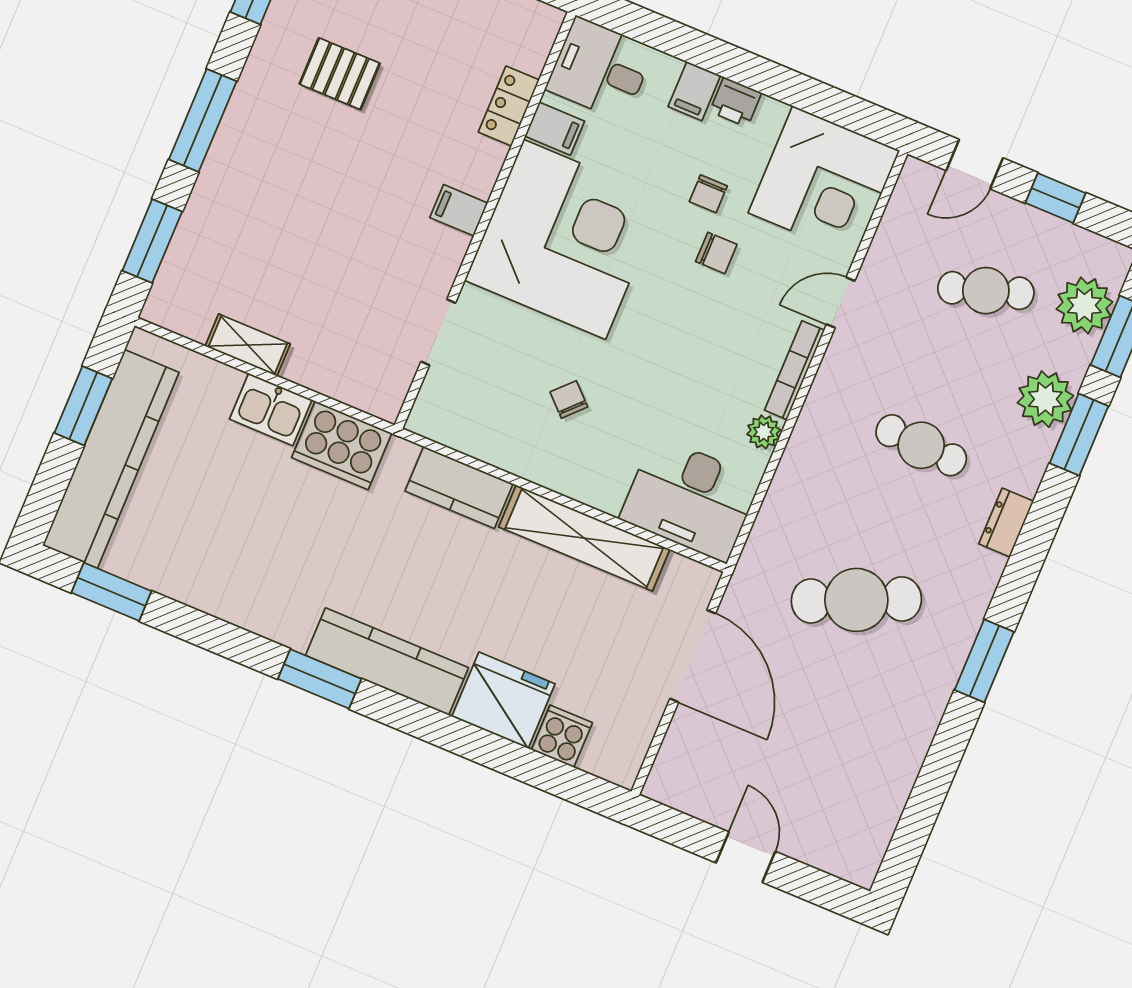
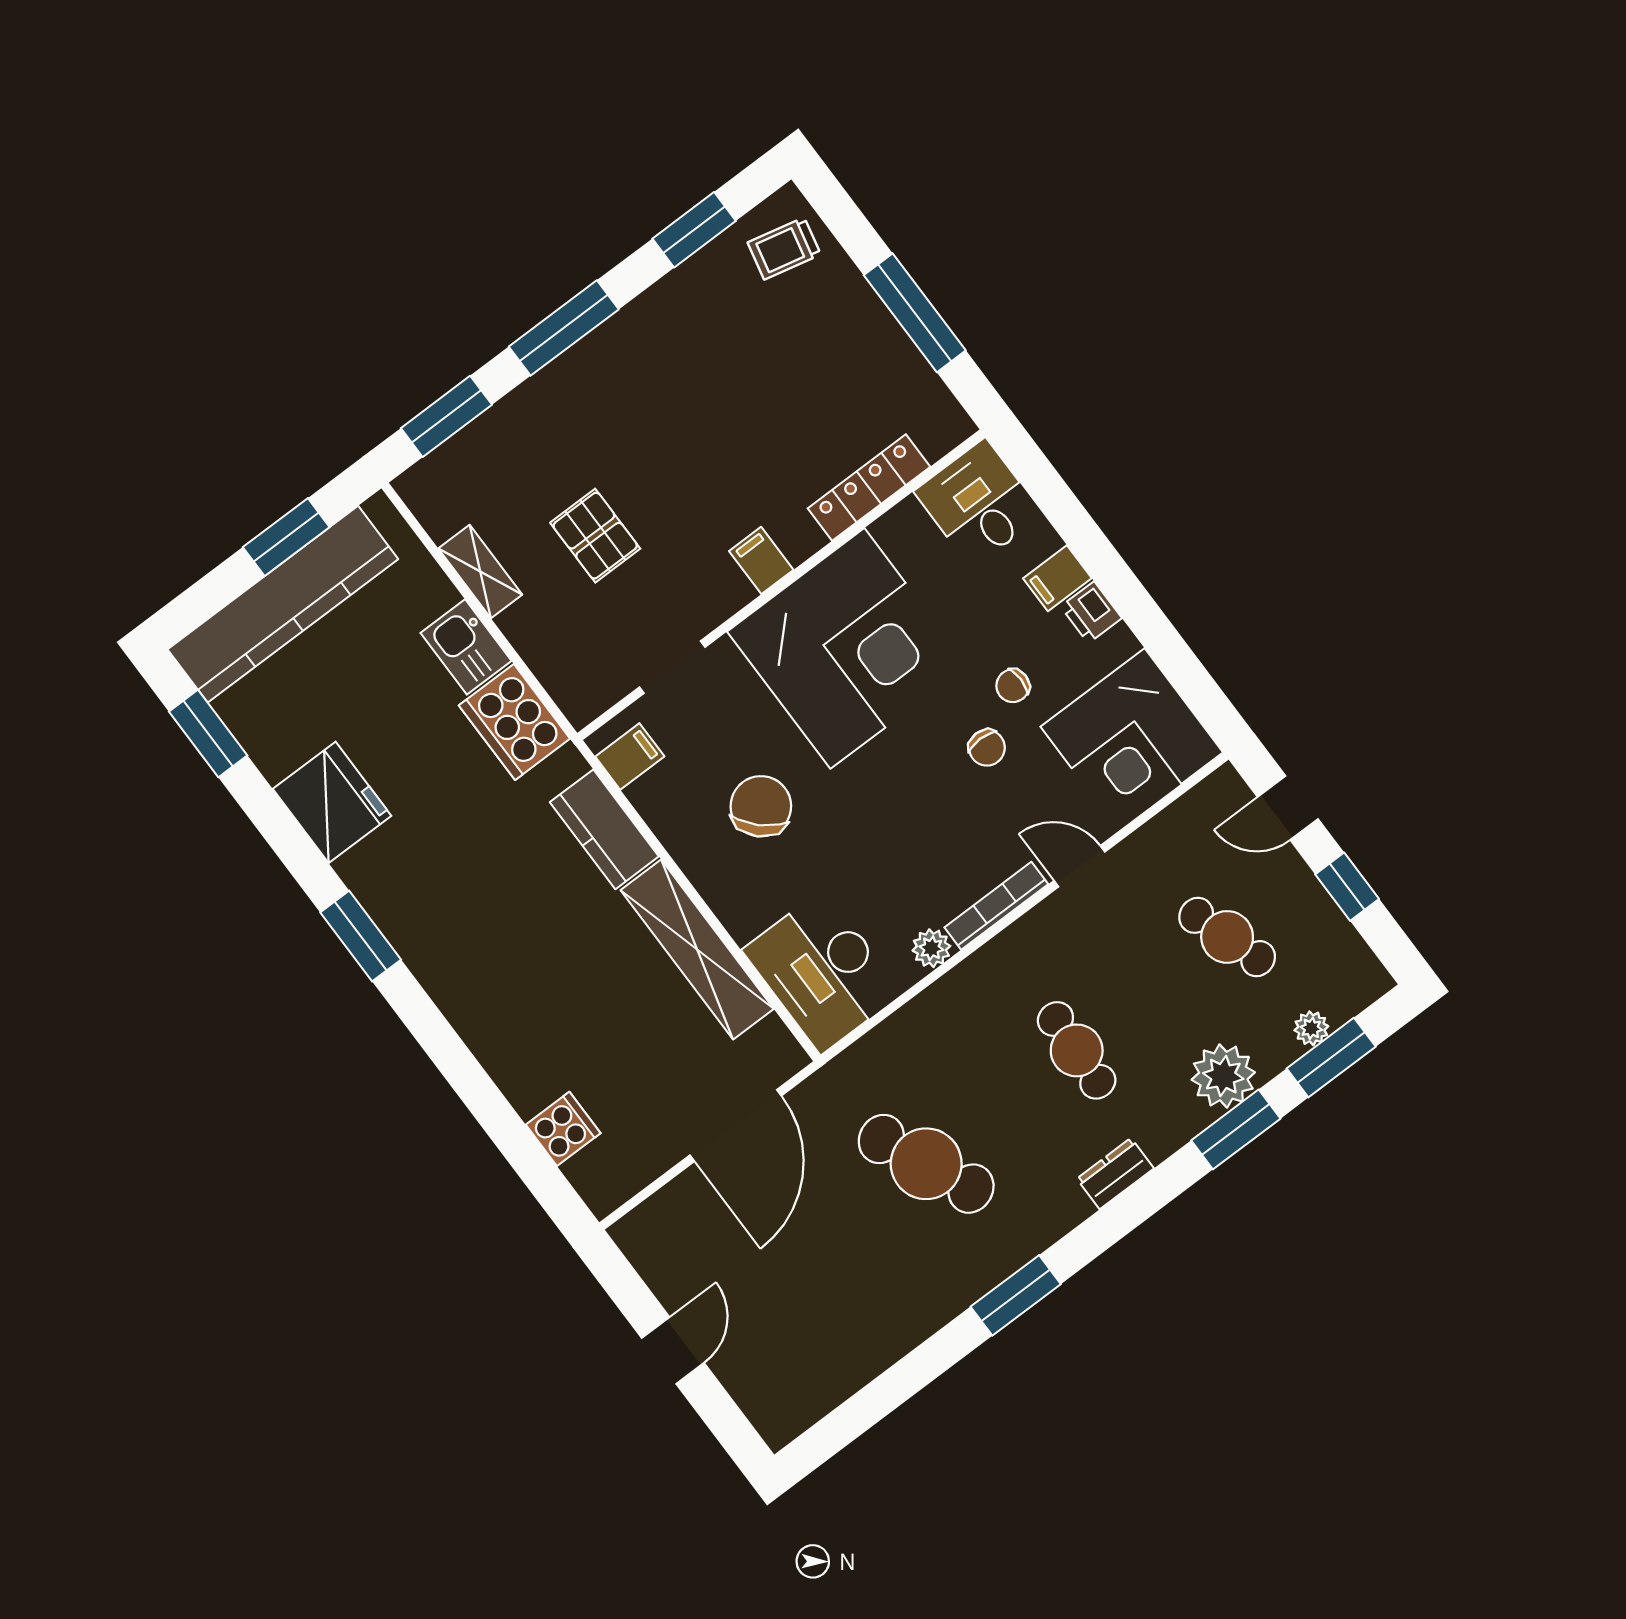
pallet: (340, 74) -> (595, 536), moved
locker: (509, 106) -> (869, 488), width x1.53
filing cabinet: (555, 129) -> (630, 756), moved, turned -90
plant: (1084, 305) -> (1311, 1028), width x0.53, depth x0.53
chair: (569, 399) -> (761, 806), width x1.87, depth x1.87
kitchen counter: (387, 661) -> (436, 957), removed
fridge: (503, 700) -> (332, 802), moved

